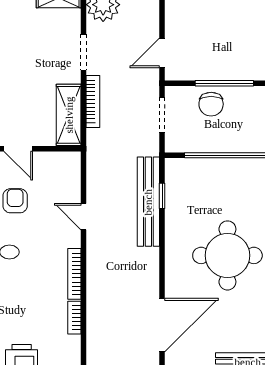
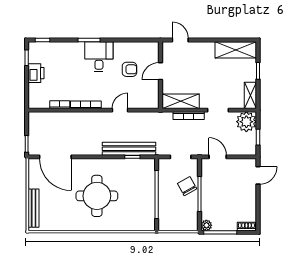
chair: (211, 104) -> (187, 186), turned 61

